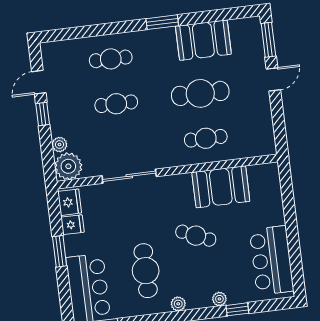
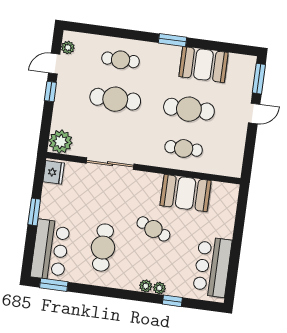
cafe table: (116, 104) -> (115, 99), width x1.37, depth x1.35
plant: (59, 145) -> (68, 48), moved
fridge: (72, 225) -> (51, 192), removed
plant: (178, 304) -> (146, 286), moved

